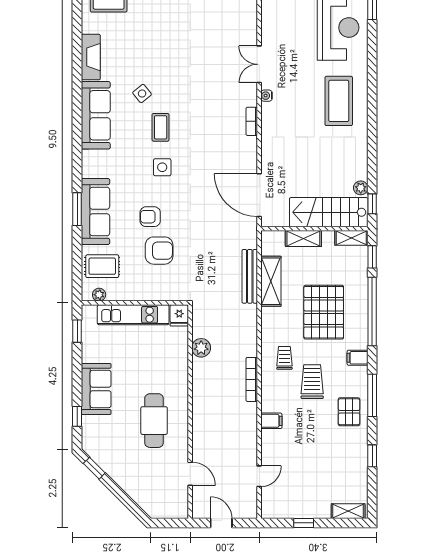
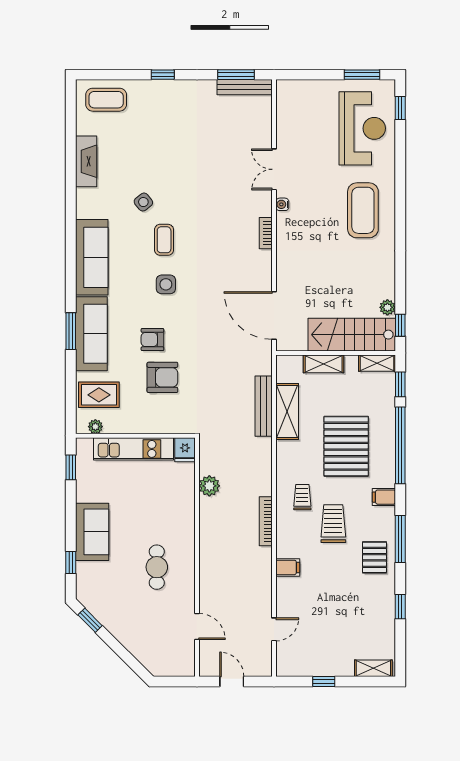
sofa: (96, 115) -> (92, 257), moved
cafe table: (154, 421) -> (157, 567), width x0.73, depth x0.74

